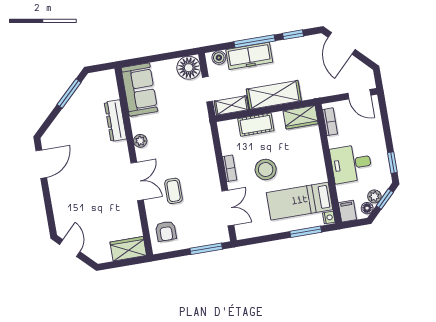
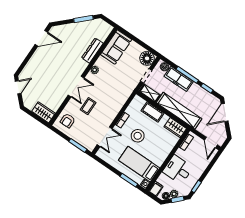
shelving: (274, 95) -> (179, 111), width x1.47

